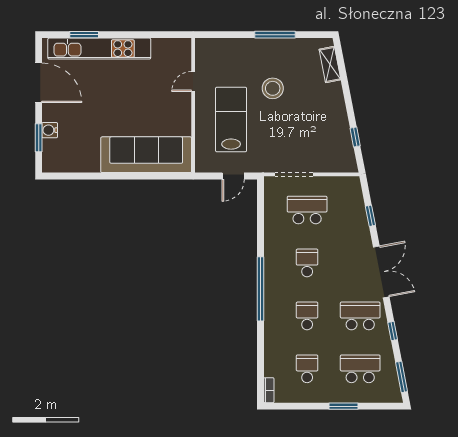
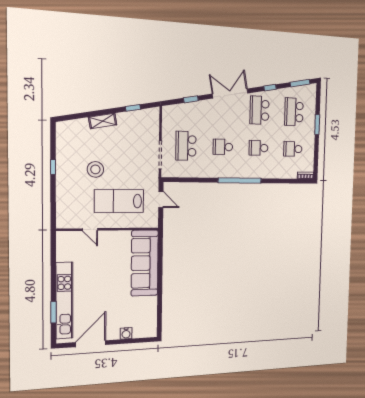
window: (275, 35) -> (53, 167), width x0.46
shelving: (330, 64) -> (103, 121), moved
window: (39, 138) -> (132, 341), removed

